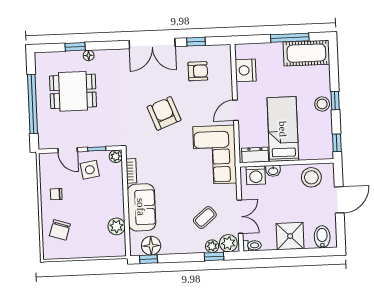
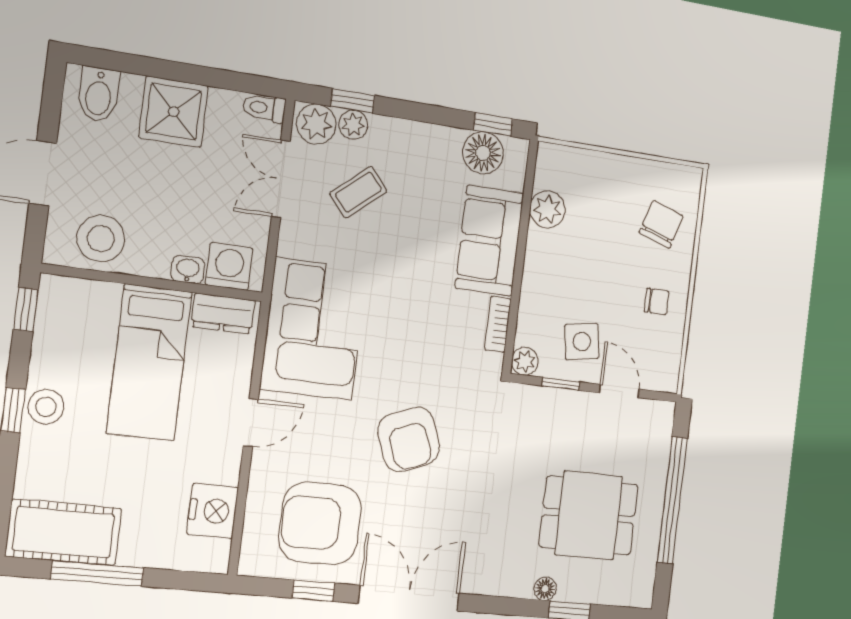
armchair: (198, 71) -> (320, 523), width x1.88, depth x1.88

